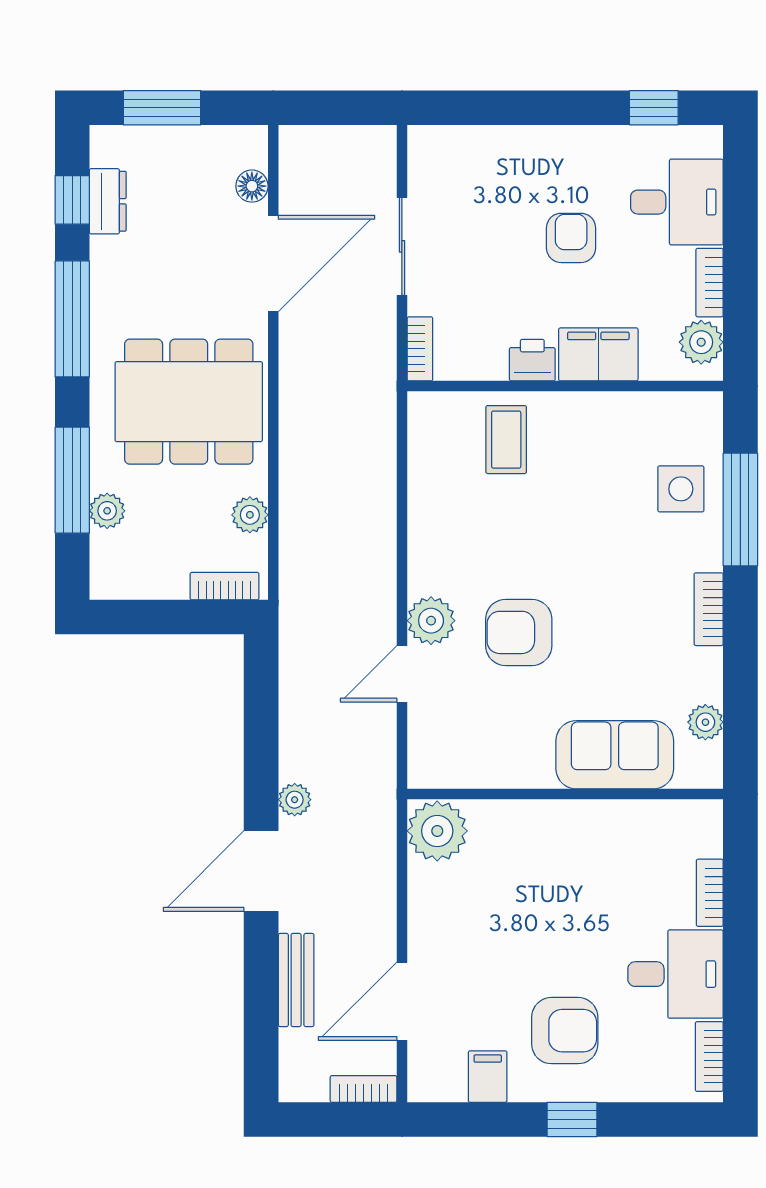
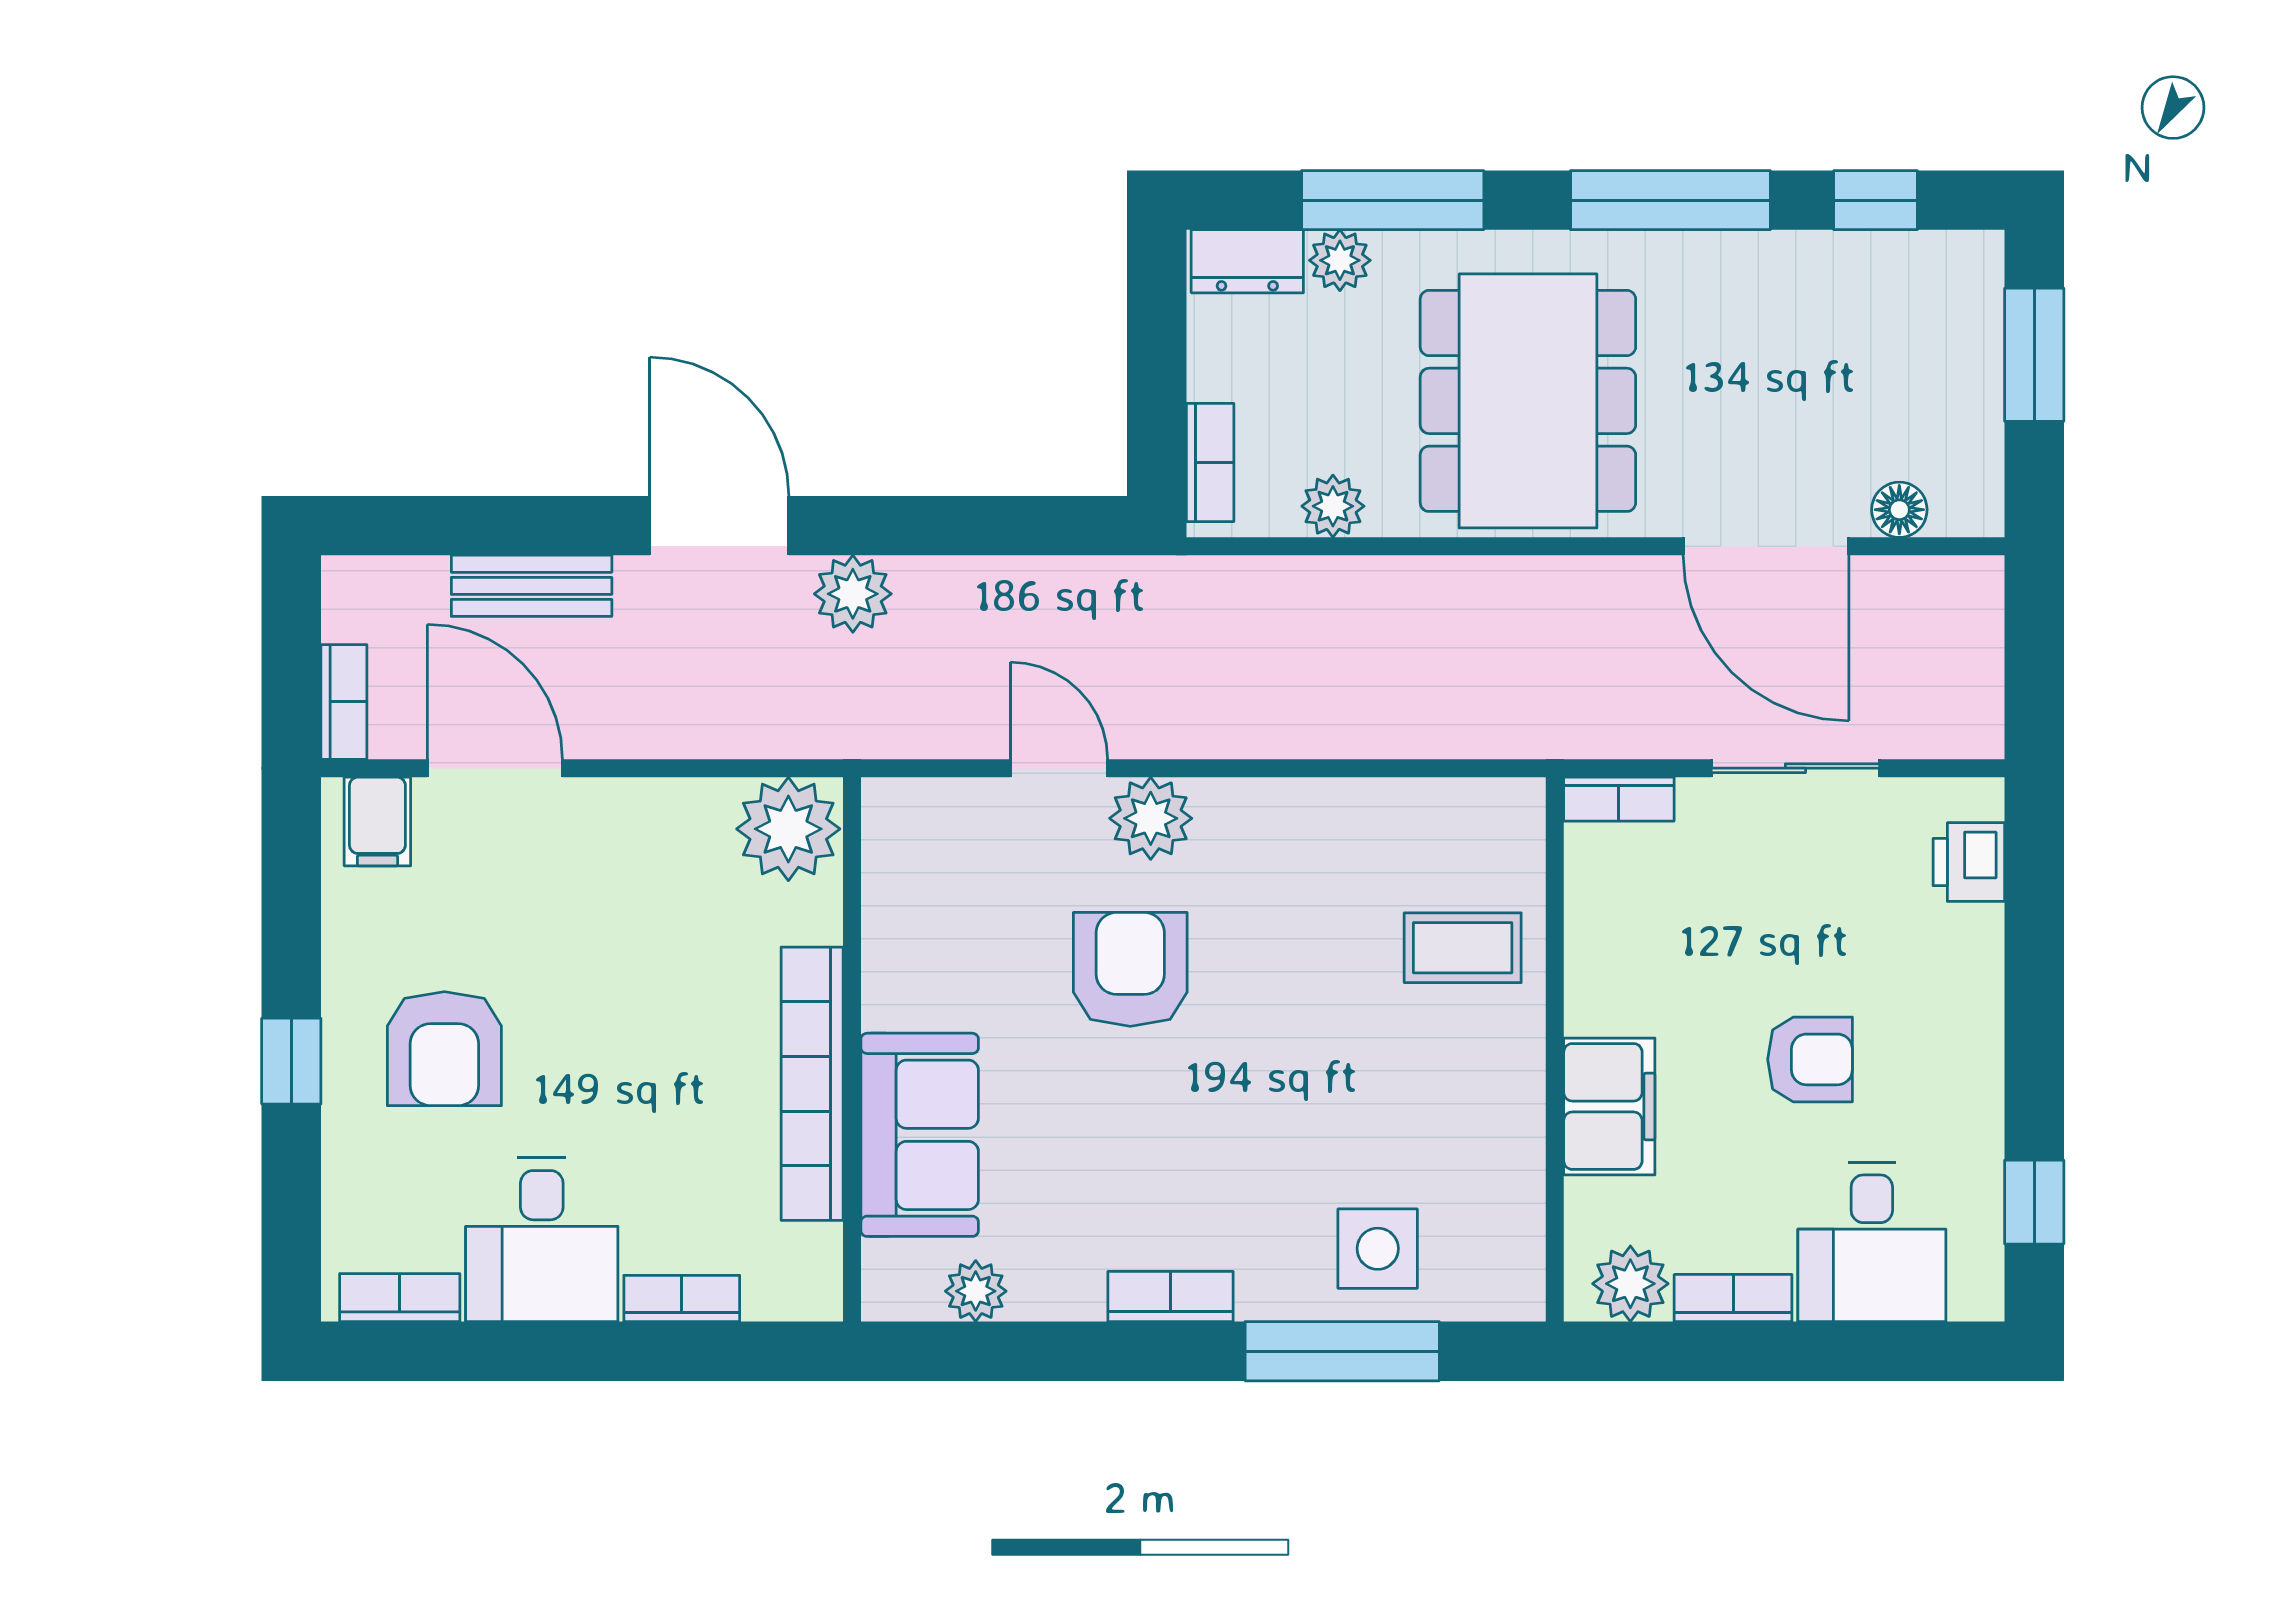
dresser: (108, 201) -> (1247, 261), moved
printer: (532, 360) -> (1969, 862), moved, turned 180
plant: (295, 800) -> (853, 594), width x1.38, depth x1.38
bookcase: (585, 817) -> (812, 1084), added
filing cabinet: (488, 1077) -> (377, 821), moved, turned 90

